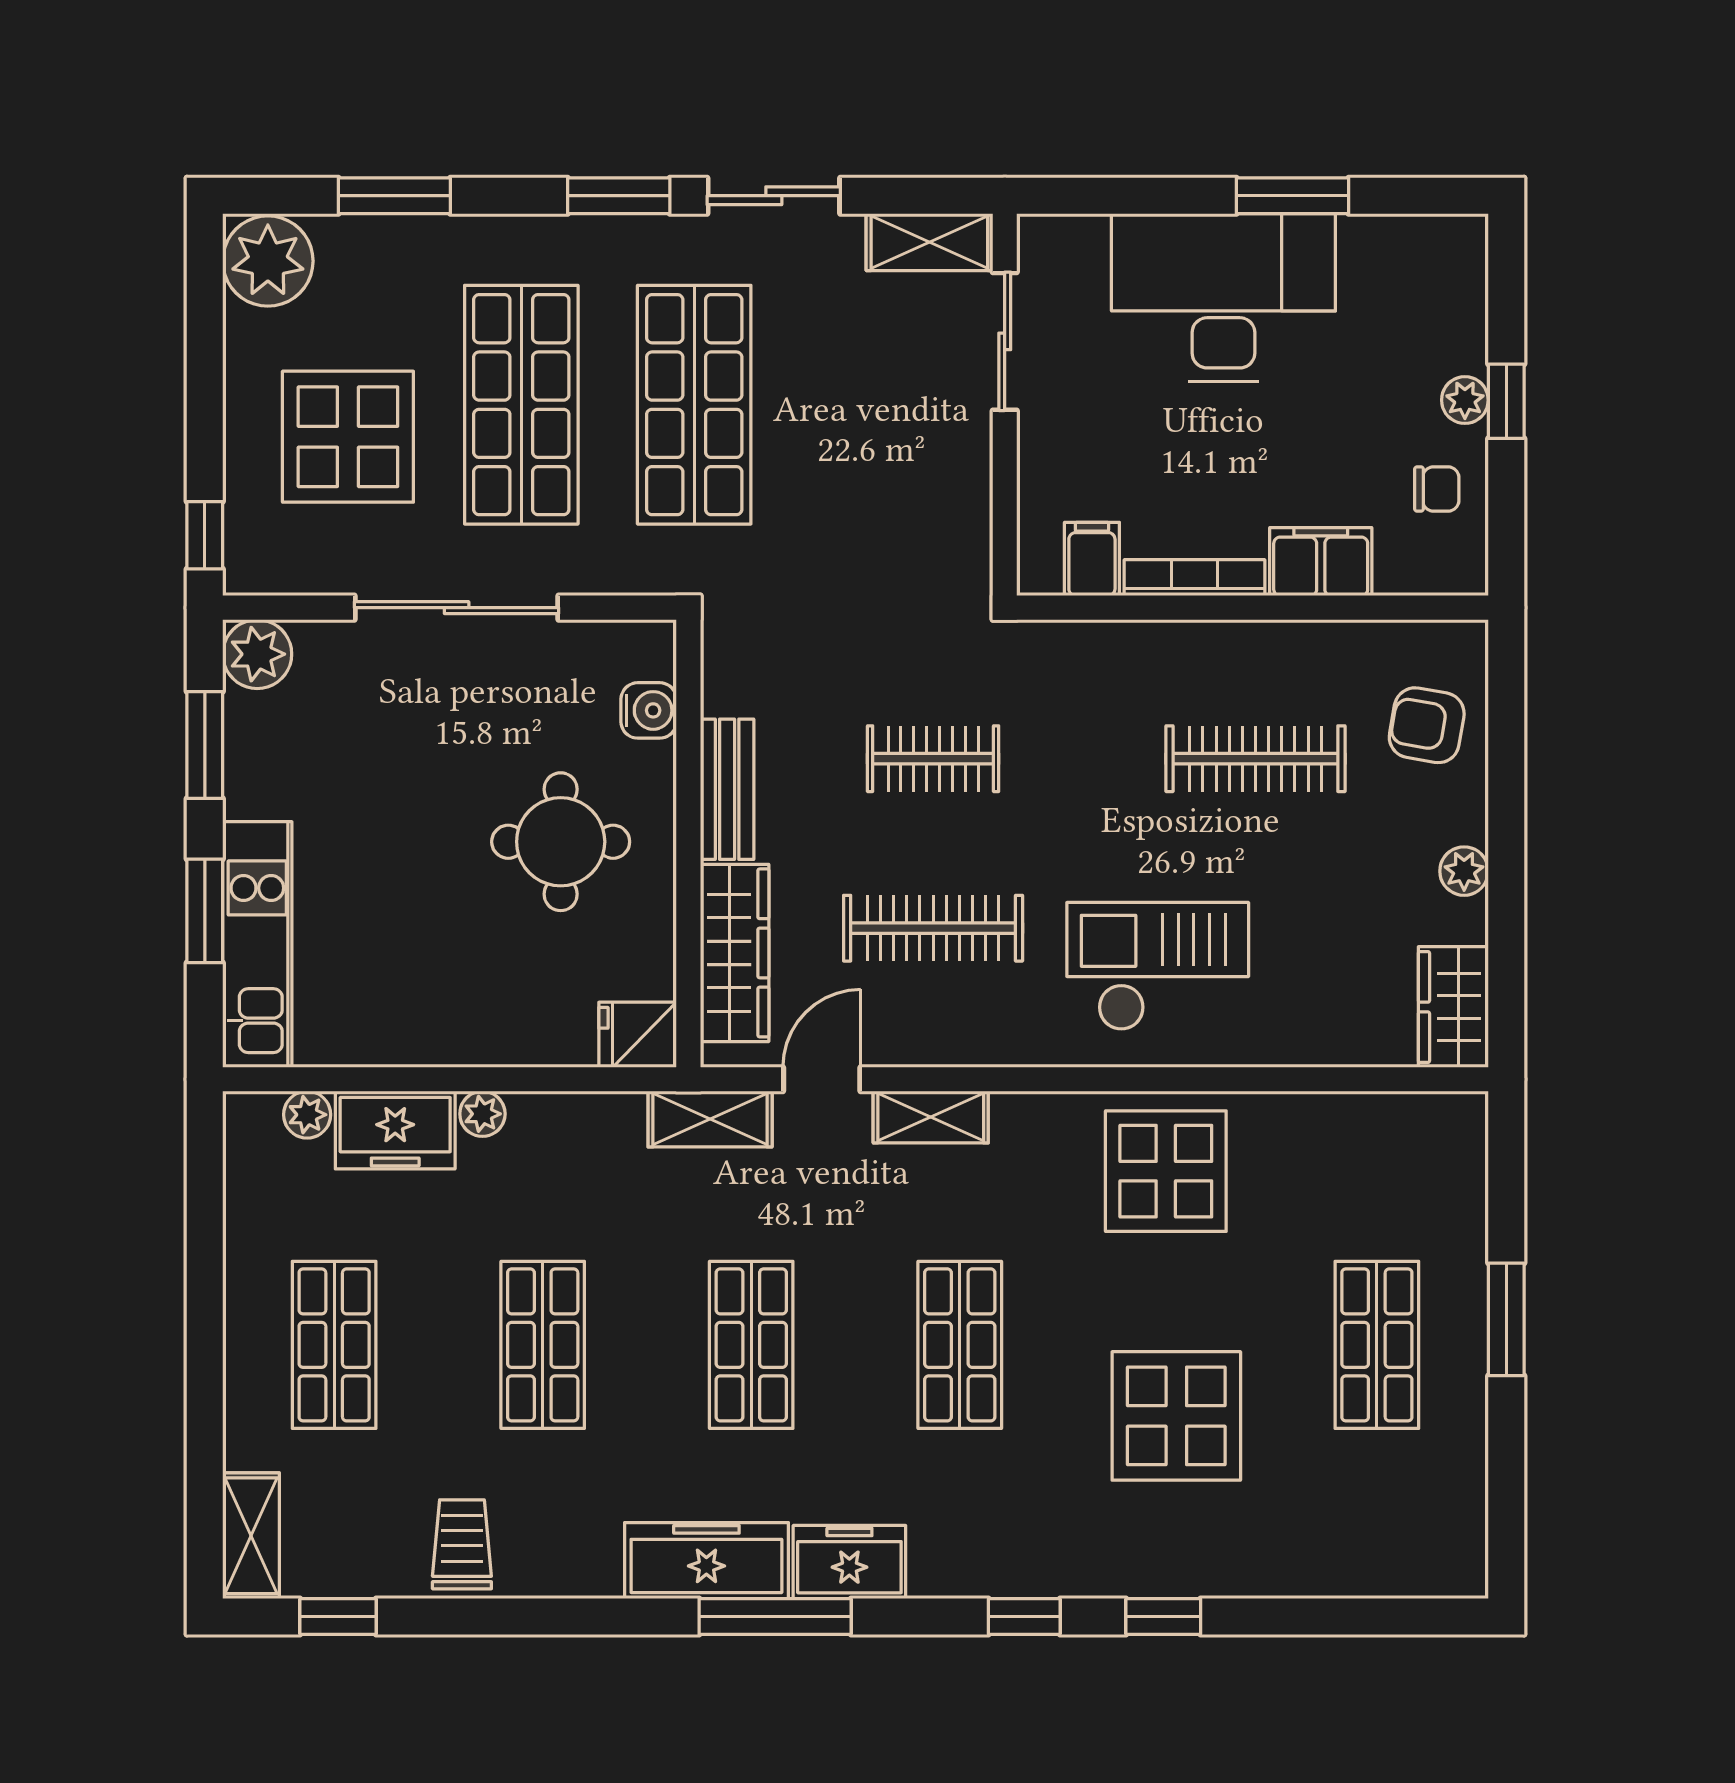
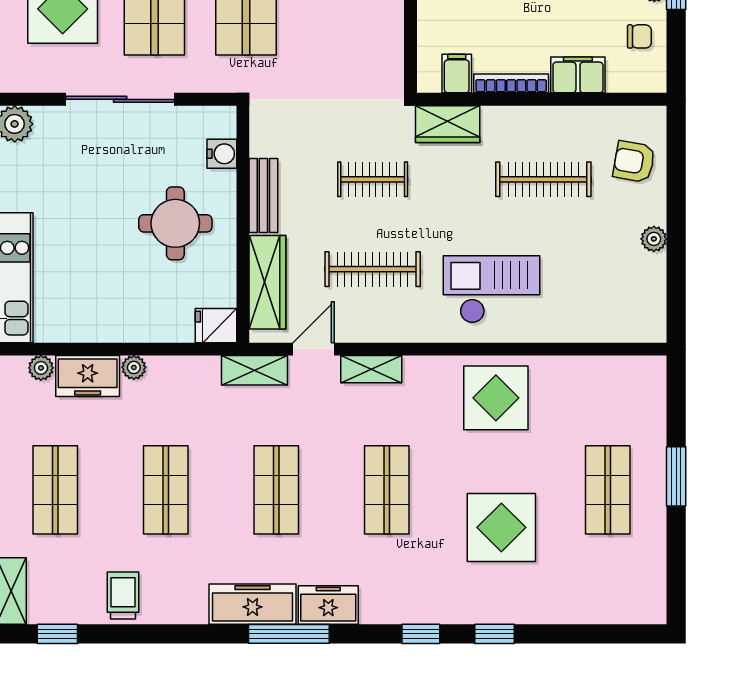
wardrobe: (1453, 1007) -> (448, 124), moved, turned -90

